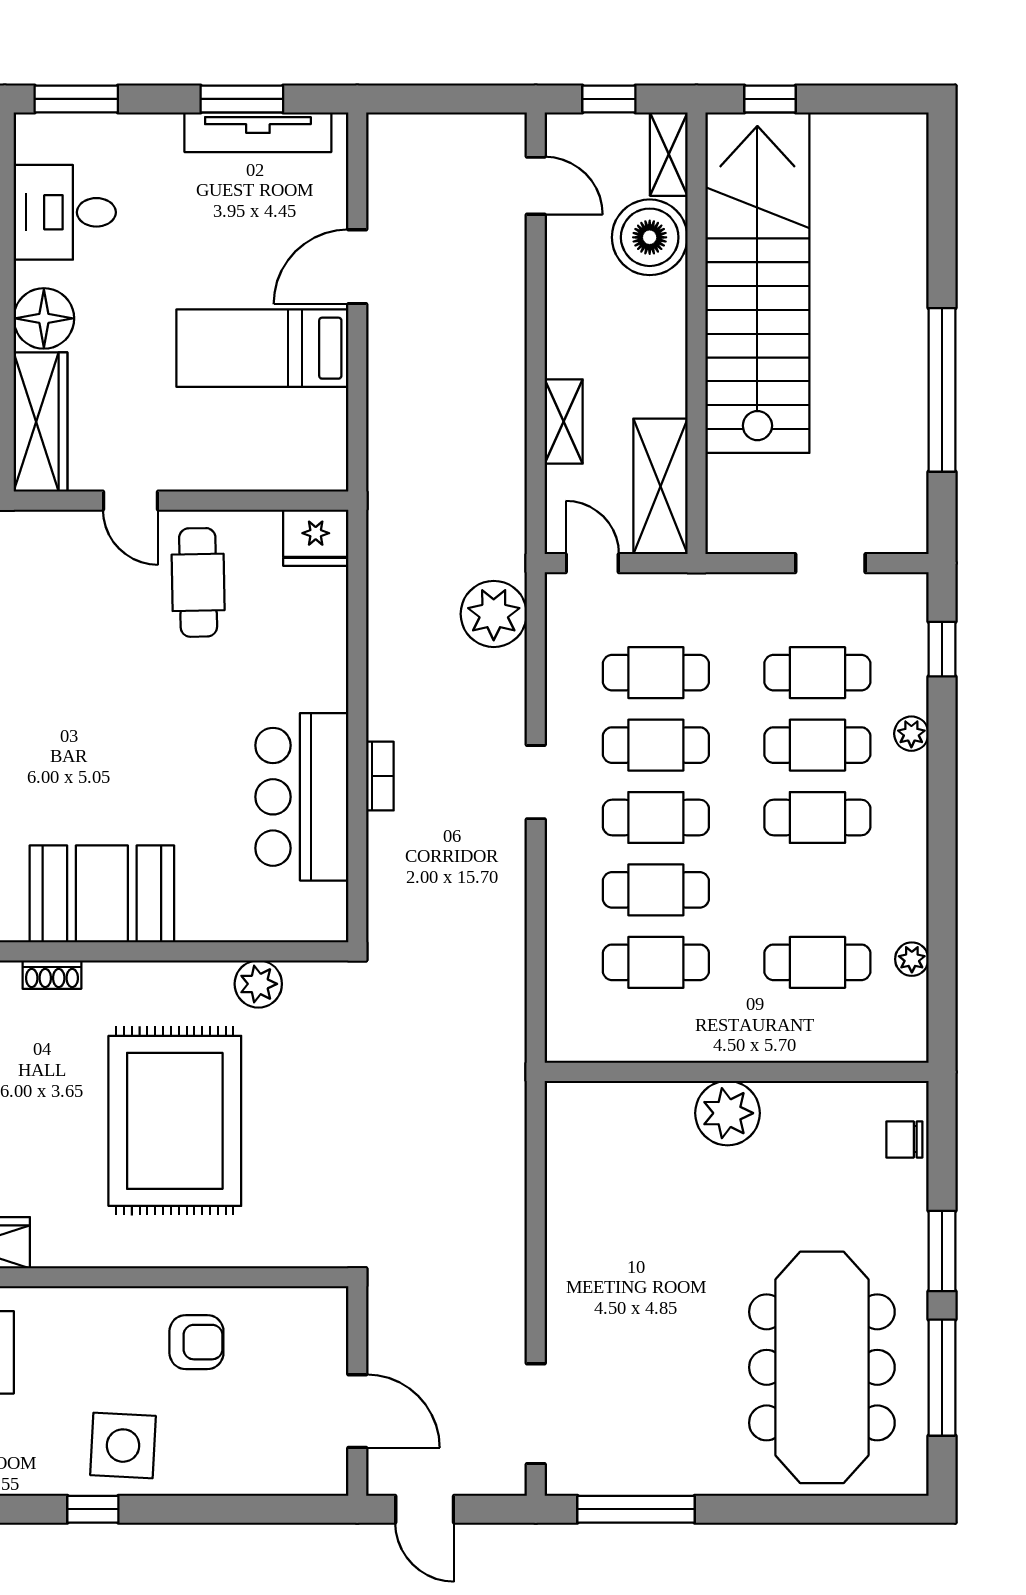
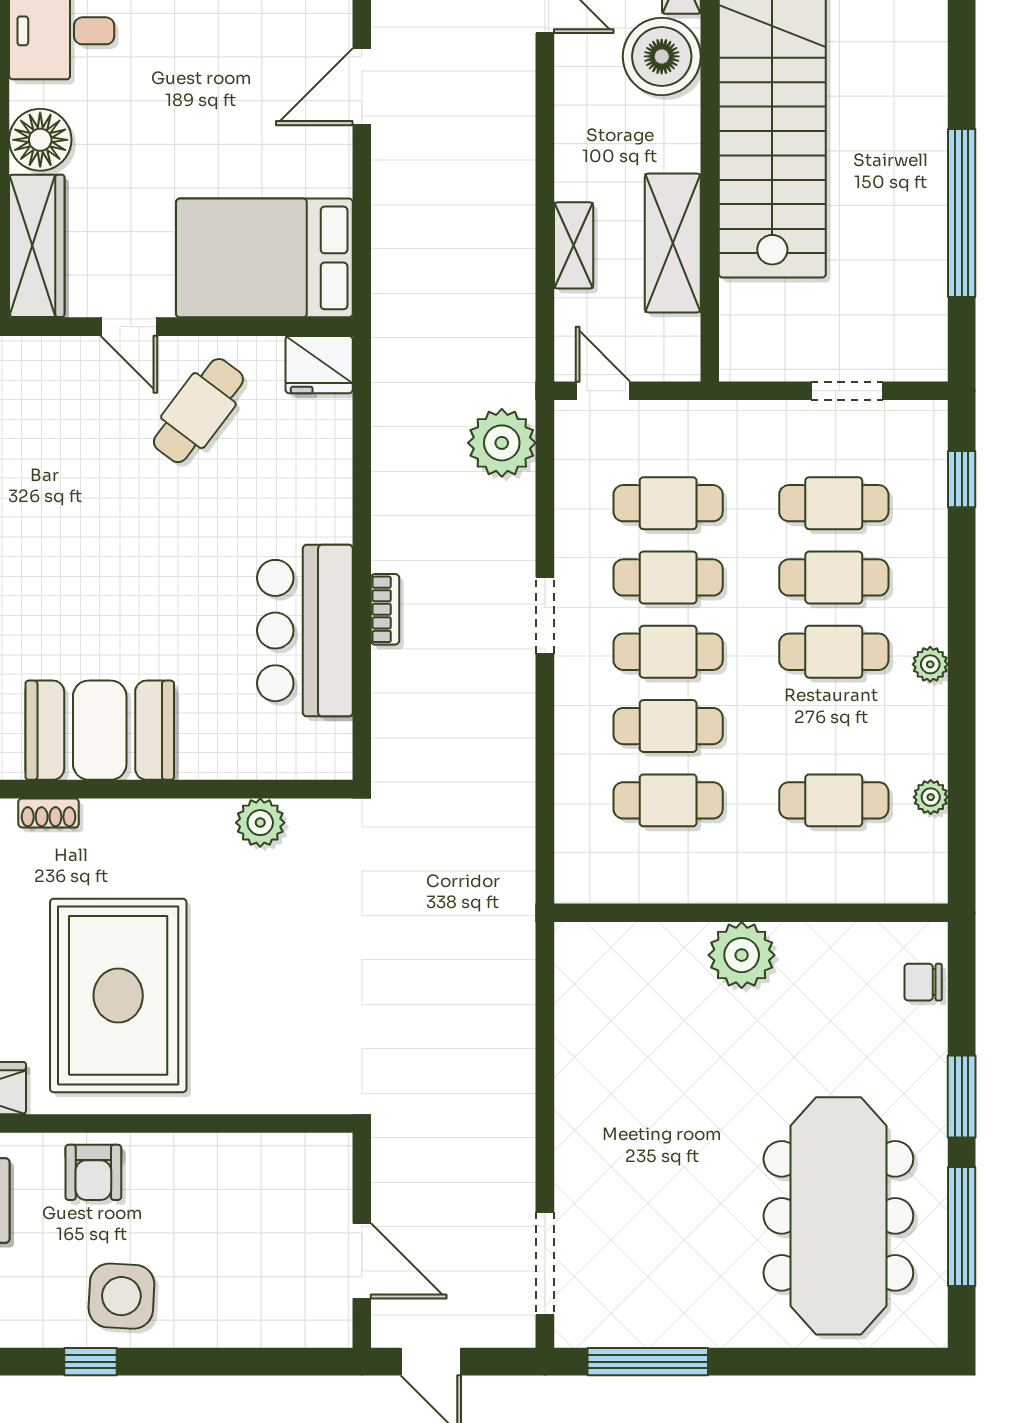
bed: (262, 348) -> (264, 258), moved, width x1.50
shelving: (660, 486) -> (673, 243), moved
cafe table: (198, 582) -> (198, 411), turned 38
plant: (911, 734) -> (930, 664), moved
rug: (175, 1121) -> (118, 995), moved
armchair: (196, 1342) -> (93, 1172), moved, turned 90

